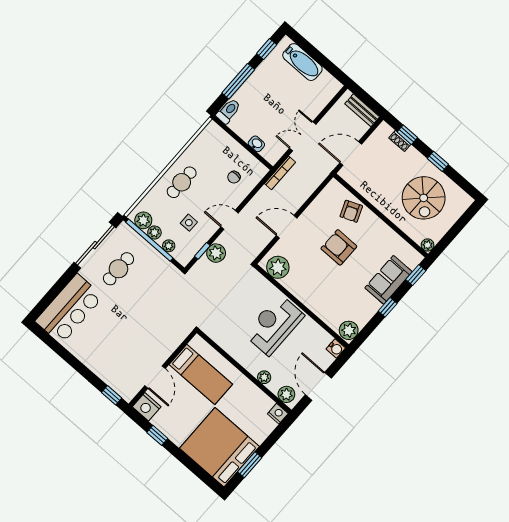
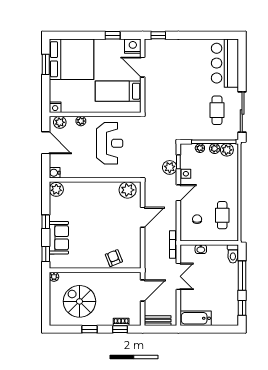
bathtub: (302, 62) -> (196, 318), moved
cafe table: (182, 182) -> (222, 215), moved
side table: (189, 223) -> (186, 174), moved
armchair: (339, 247) -> (103, 231), removed
reception desk: (274, 325) -> (110, 143), moved

